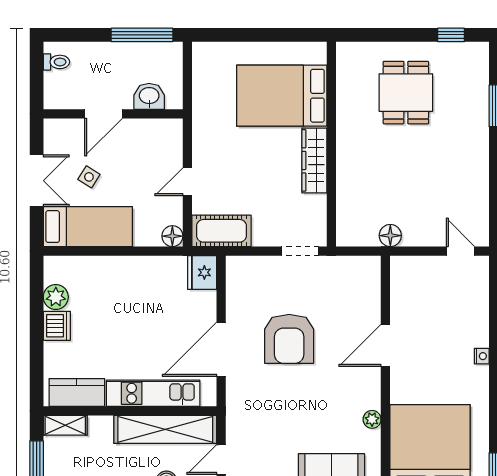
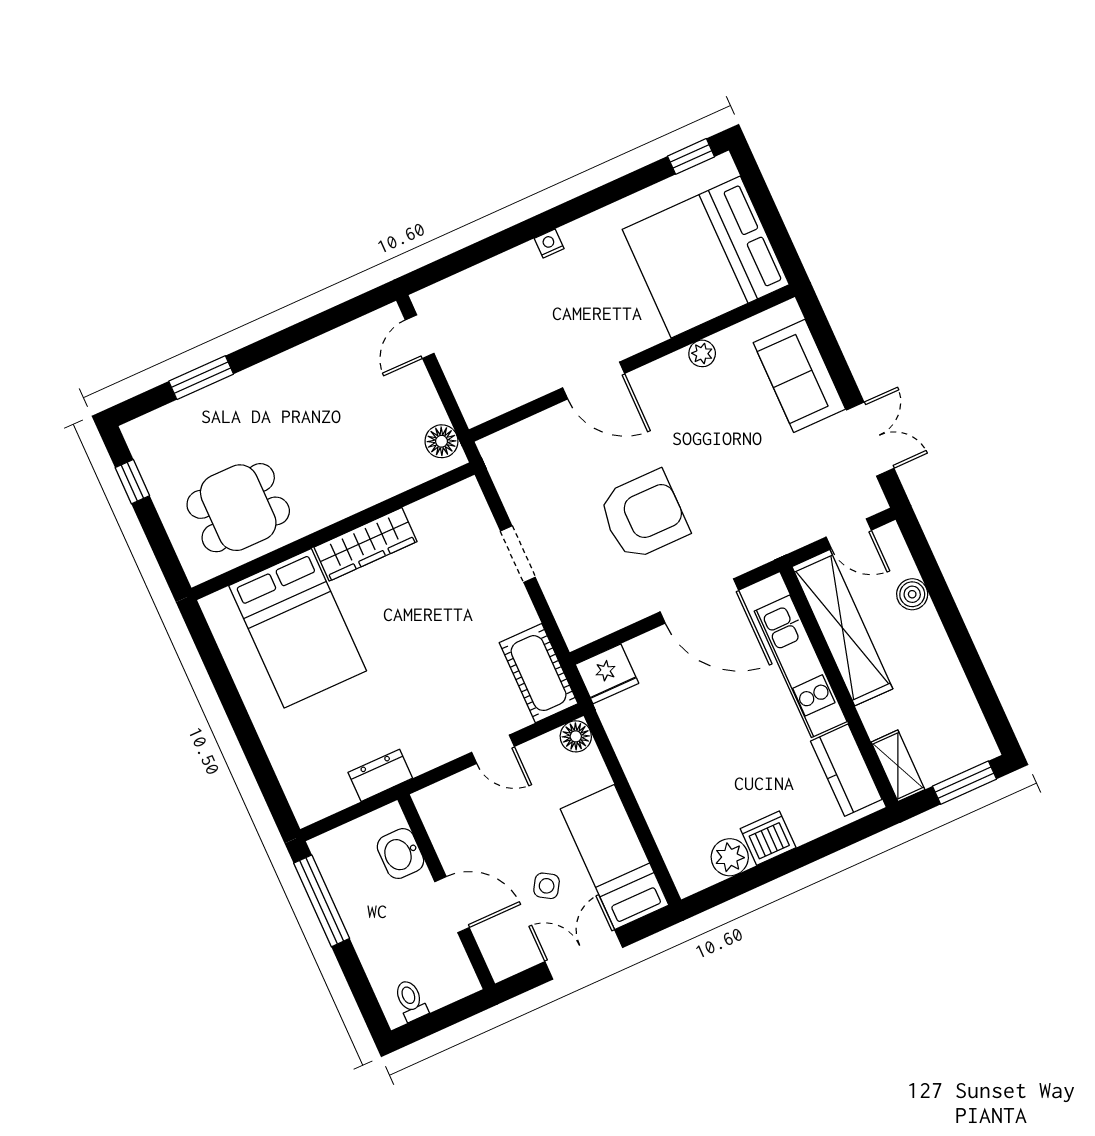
bed: (282, 96) -> (298, 628), moved
dresser: (203, 106) -> (380, 775), added
wall: (331, 144) -> (333, 531), moved
wardrobe: (314, 160) -> (366, 544), moved

